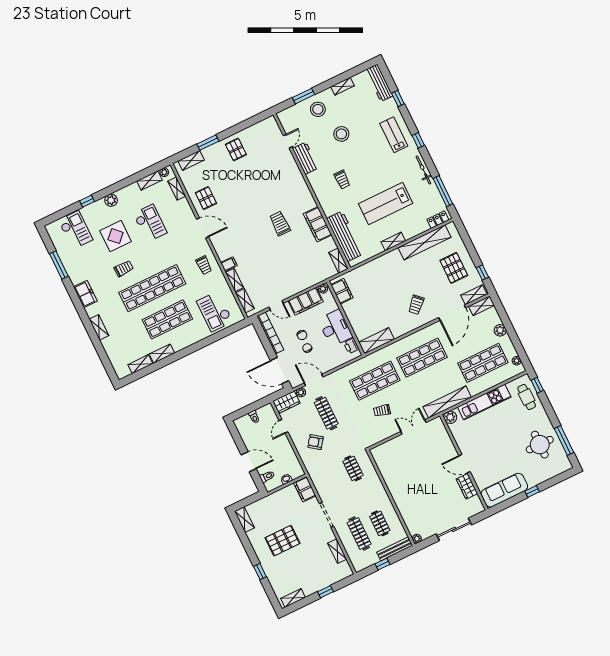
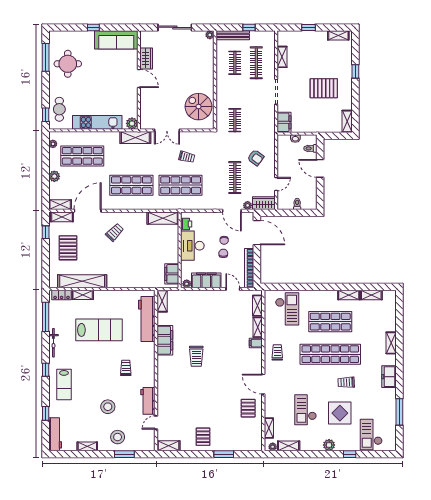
shelving: (191, 160) -> (168, 446), moved
shelving: (393, 241) -> (83, 295), moved
shelving: (447, 402) -> (135, 138), width x0.68
spiral stairs: (394, 464) -> (198, 107), added

